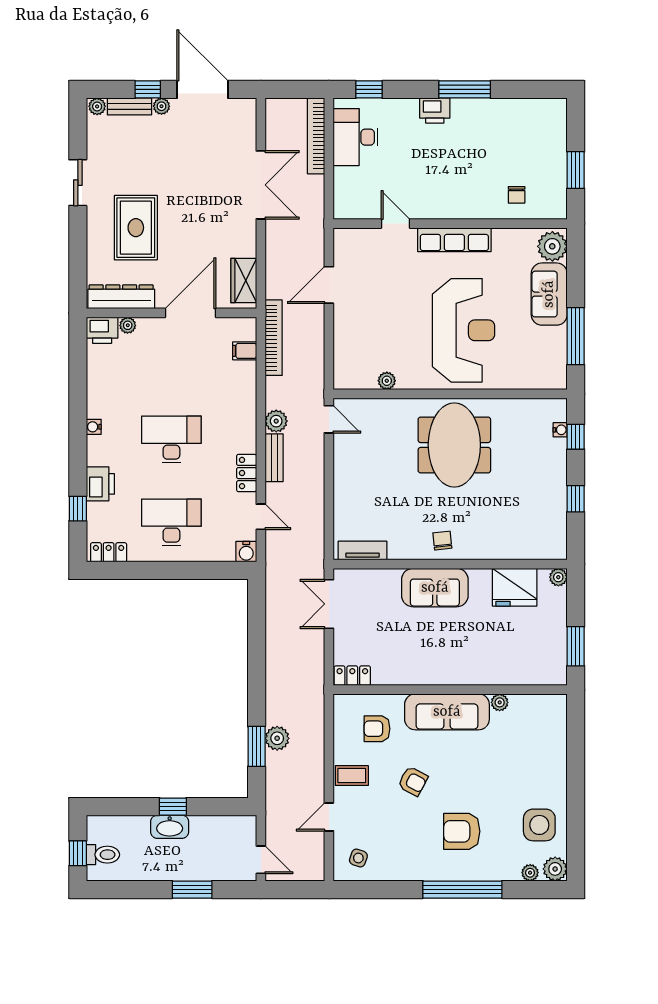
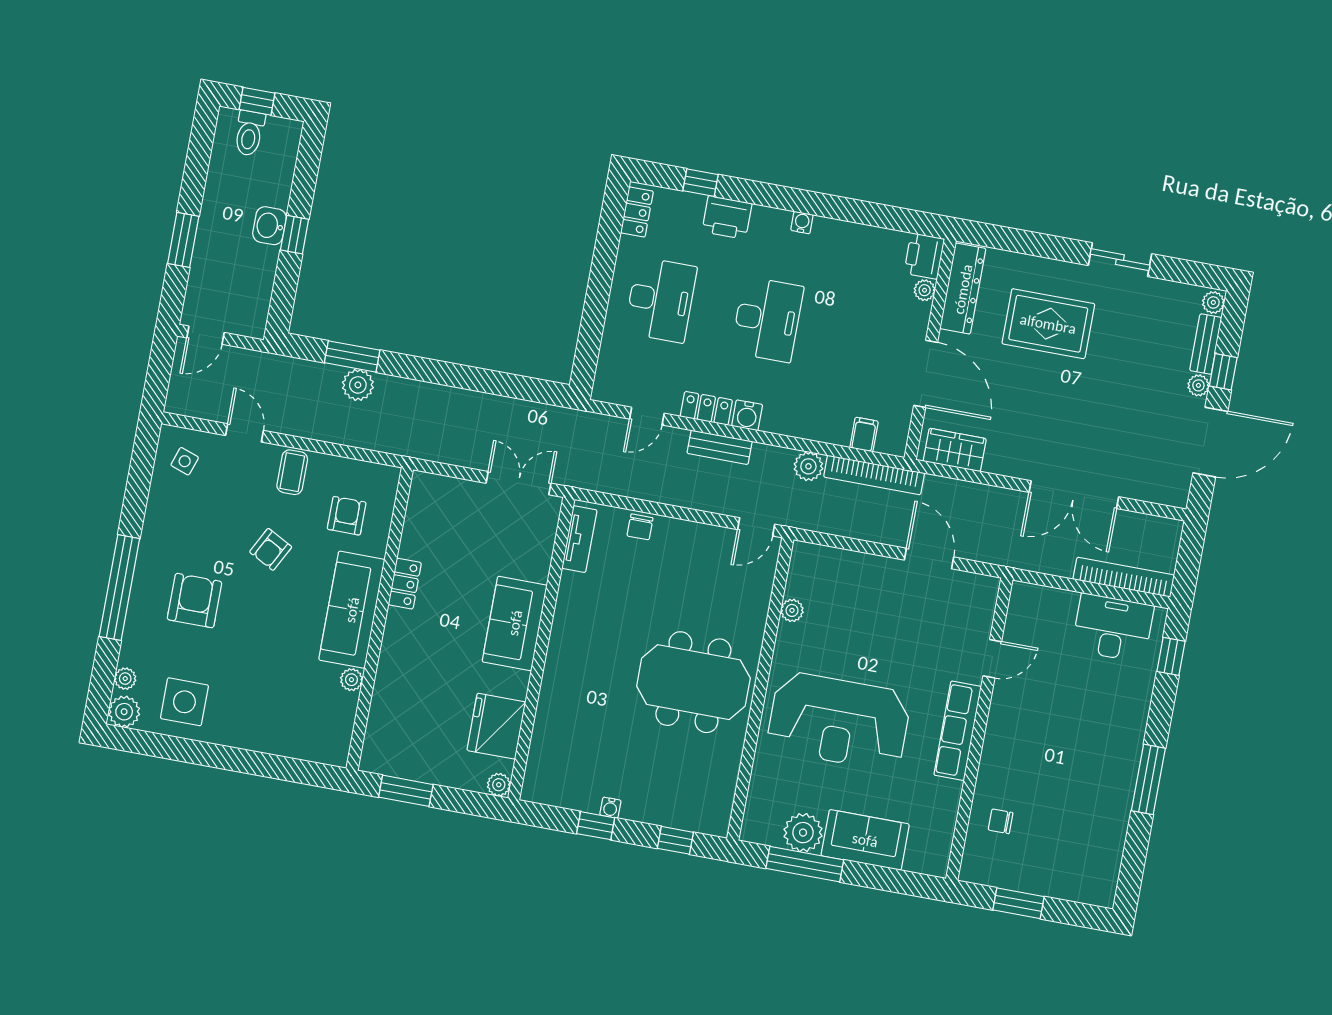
printer: (435, 111) -> (1128, 736), removed
plant: (552, 246) -> (803, 833), moved
plant: (276, 421) -> (808, 466), moved
water cooler: (560, 430) -> (610, 808), moved
chair: (442, 541) -> (640, 527), moved, turned 96
water cooler: (246, 552) -> (747, 415), moved, turned -90
locker: (352, 676) -> (405, 584), moved
washbasin: (170, 827) -> (269, 226), width x0.72

